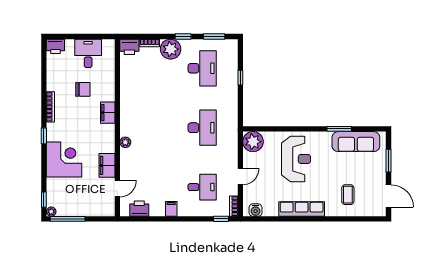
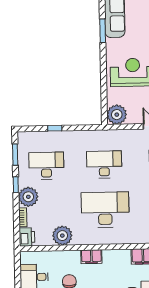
desk: (156, 128) -> (105, 210), added
plant: (125, 142) -> (62, 236), moved, width x1.87, depth x1.87

